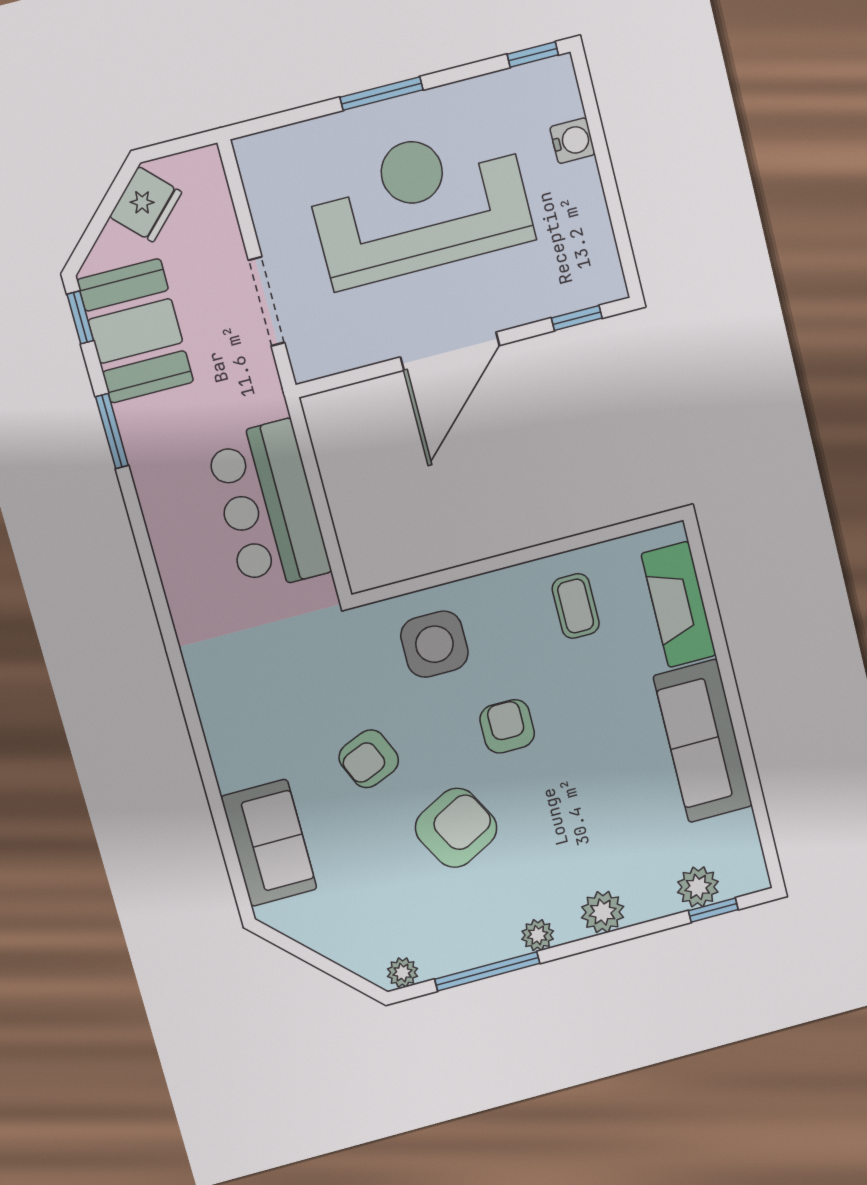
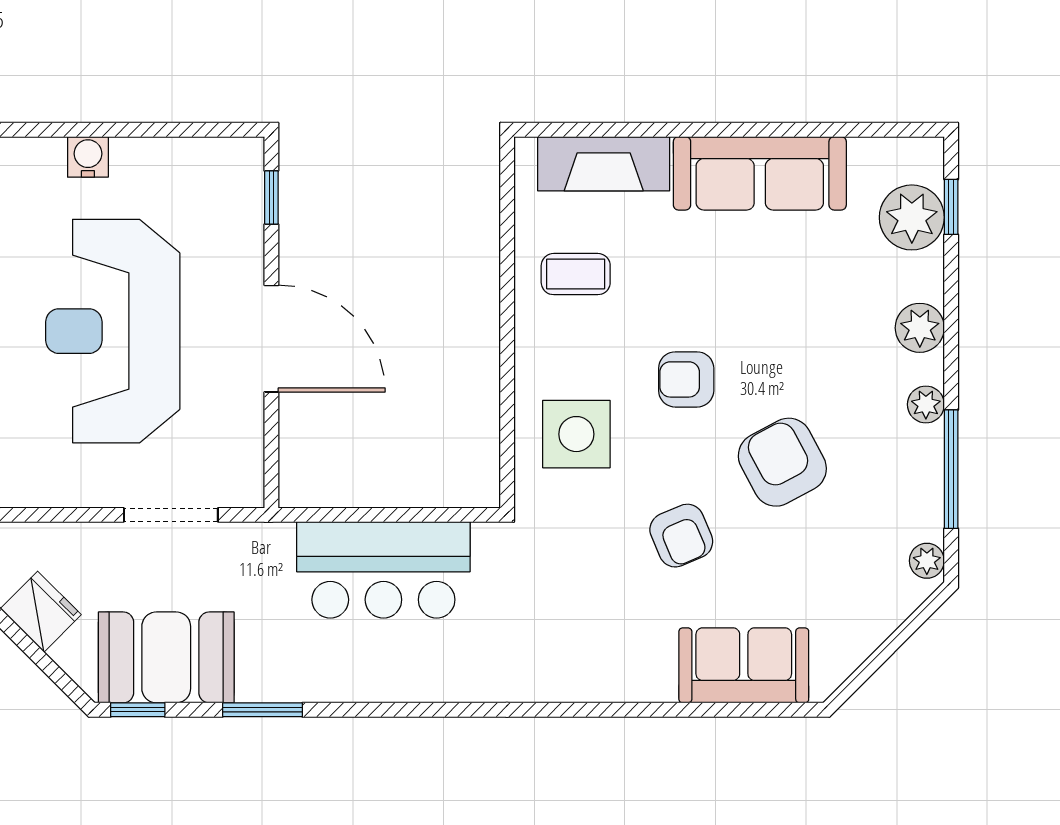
plant: (698, 887) -> (912, 217), width x1.36, depth x1.36

